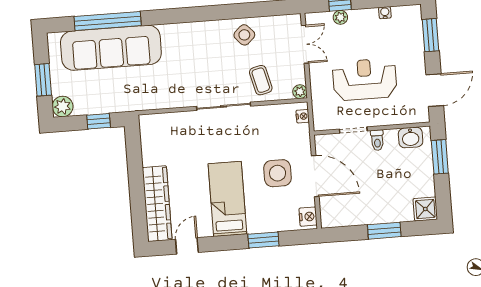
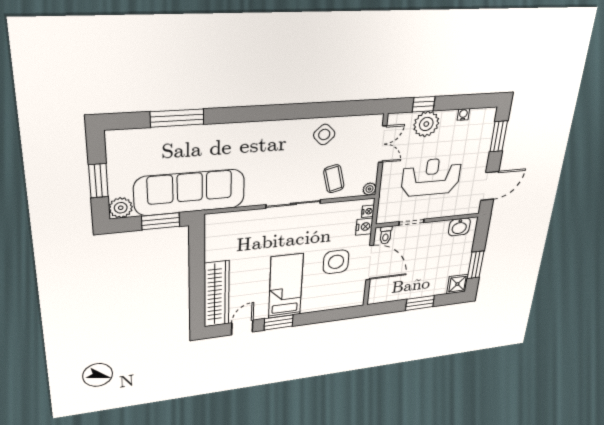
plant: (340, 17) -> (426, 124), width x1.88, depth x1.88
window: (108, 21) -> (177, 118), width x0.68
sofa: (111, 48) -> (190, 192), moved, turned 180
window: (99, 121) -> (161, 221), width x1.50
toilet: (377, 140) -> (386, 235), moved
window: (440, 157) -> (476, 265), moved
nightstand: (308, 217) -> (364, 227), moved
window: (263, 240) -> (279, 322), moved

